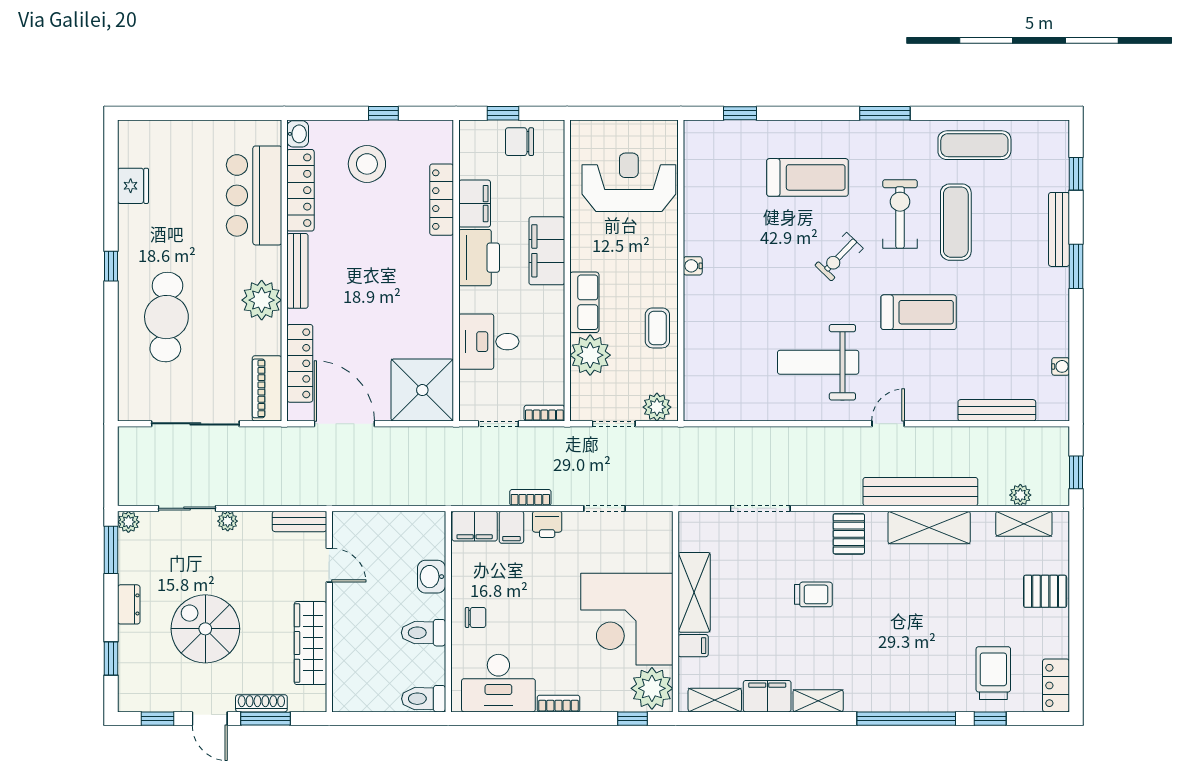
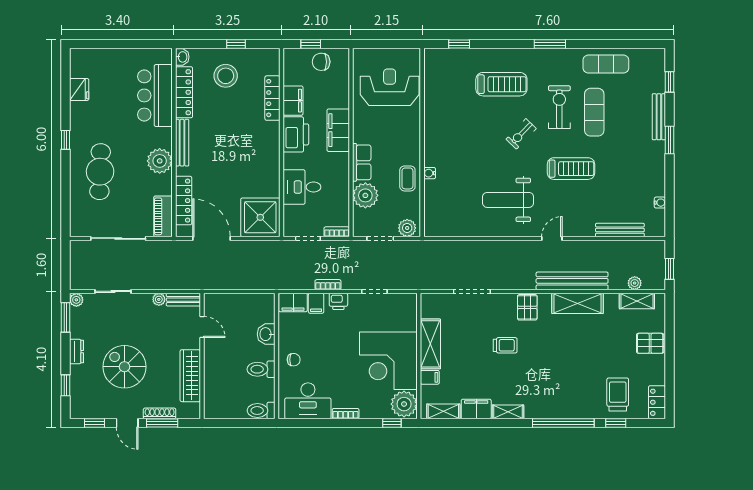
water cooler: (693, 266) -> (430, 173), moved
plant: (228, 521) -> (159, 299), moved

